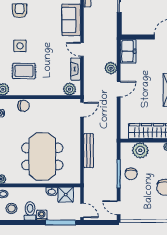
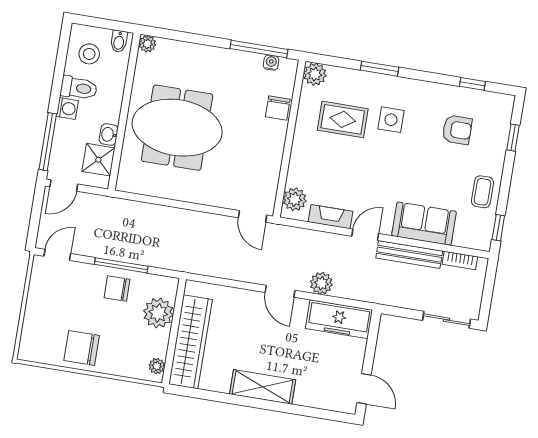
freezer: (128, 51) -> (339, 319), width x1.40
rug: (24, 71) -> (343, 119), turned 90
bench: (89, 151) -> (409, 255), moved

